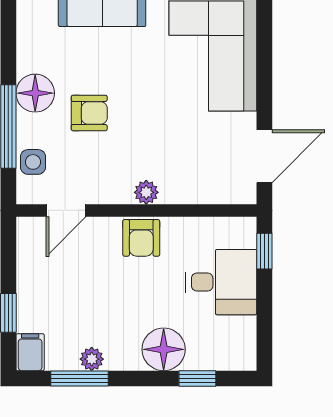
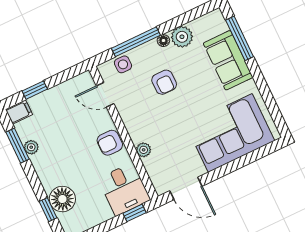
plant: (34, 54) -> (182, 37), added
floor lamp: (35, 93) -> (163, 41), width x0.53, depth x0.53
plant: (146, 192) -> (144, 150), moved
desk: (221, 282) -> (124, 189), moved
floor lamp: (164, 349) -> (62, 199), moved

